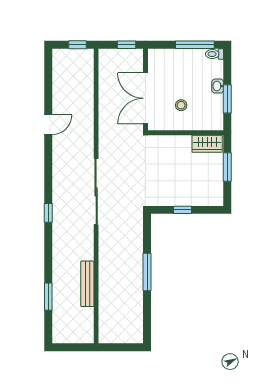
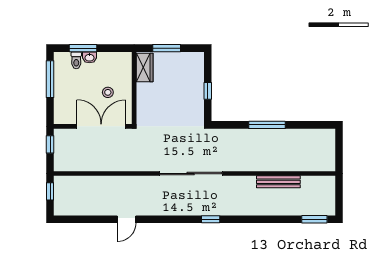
toilet: (215, 54) -> (76, 60), moved
double door: (145, 98) -> (101, 126), swing flipped
window: (227, 99) -> (83, 48), moved
door: (48, 125) -> (126, 219), swing flipped
window: (48, 297) -> (314, 219), moved

